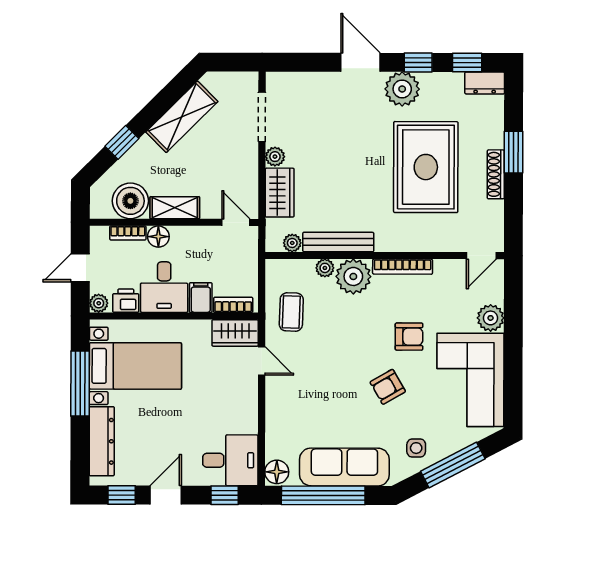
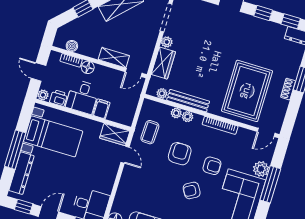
plant: (402, 89) -> (250, 25), removed
rug: (426, 167) -> (247, 91), moved
shoe rack: (496, 174) -> (288, 89), width x0.70
boiler: (130, 201) -> (72, 46), width x0.54, depth x0.54
shelving: (175, 208) -> (114, 58), moved
door: (236, 222) -> (134, 72), swing flipped
door: (80, 268) -> (39, 72), hinge flipped
plant: (353, 276) -> (188, 117), width x0.53, depth x0.53
bookcase: (233, 305) -> (118, 118), removed
armchair: (350, 333) -> (180, 154), added
window: (513, 338) -> (270, 184), added
window: (80, 384) -> (15, 150), moved

